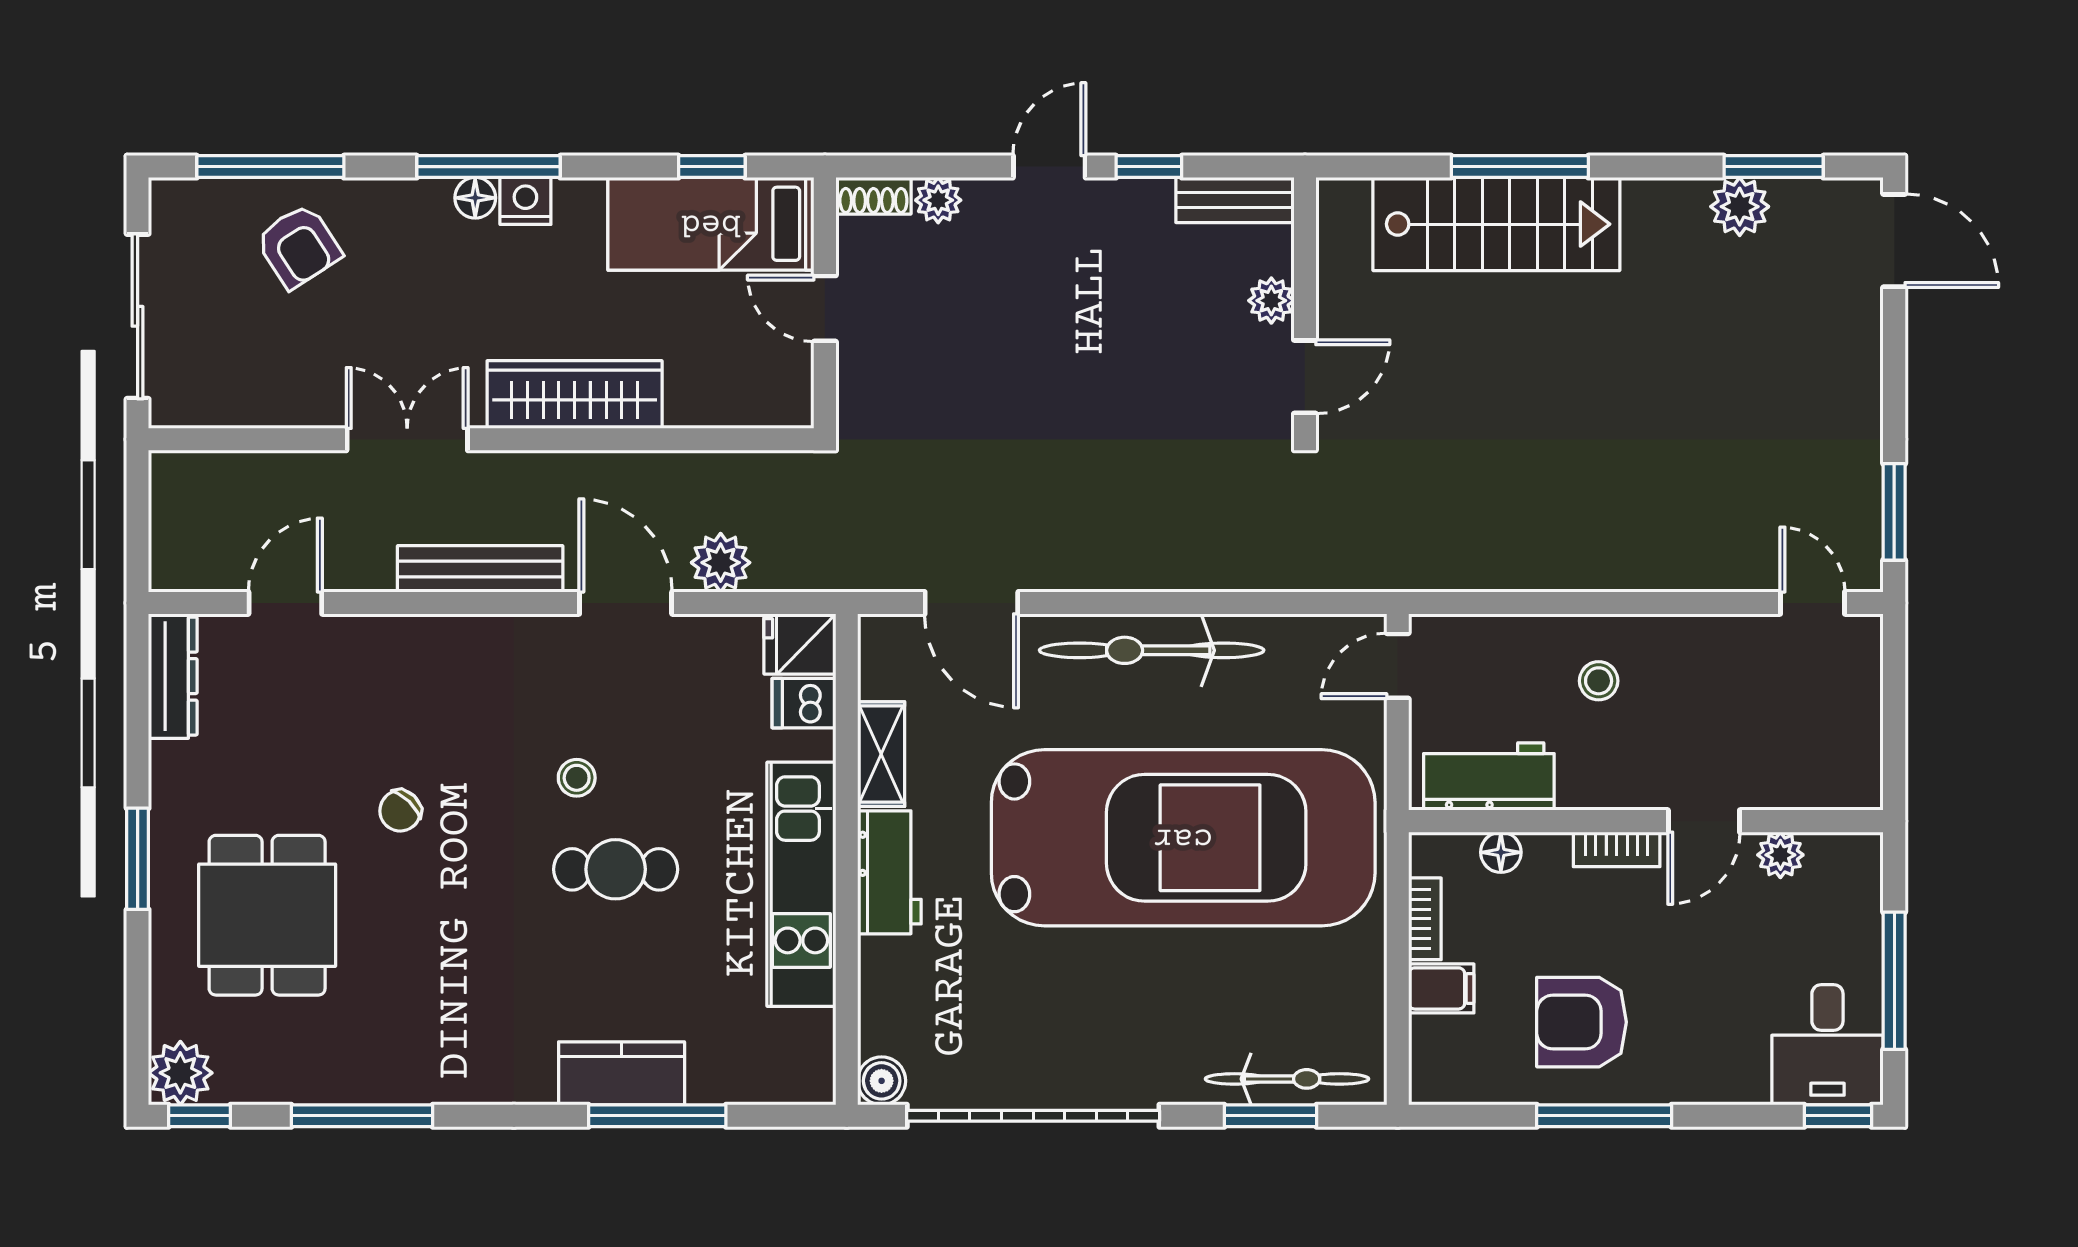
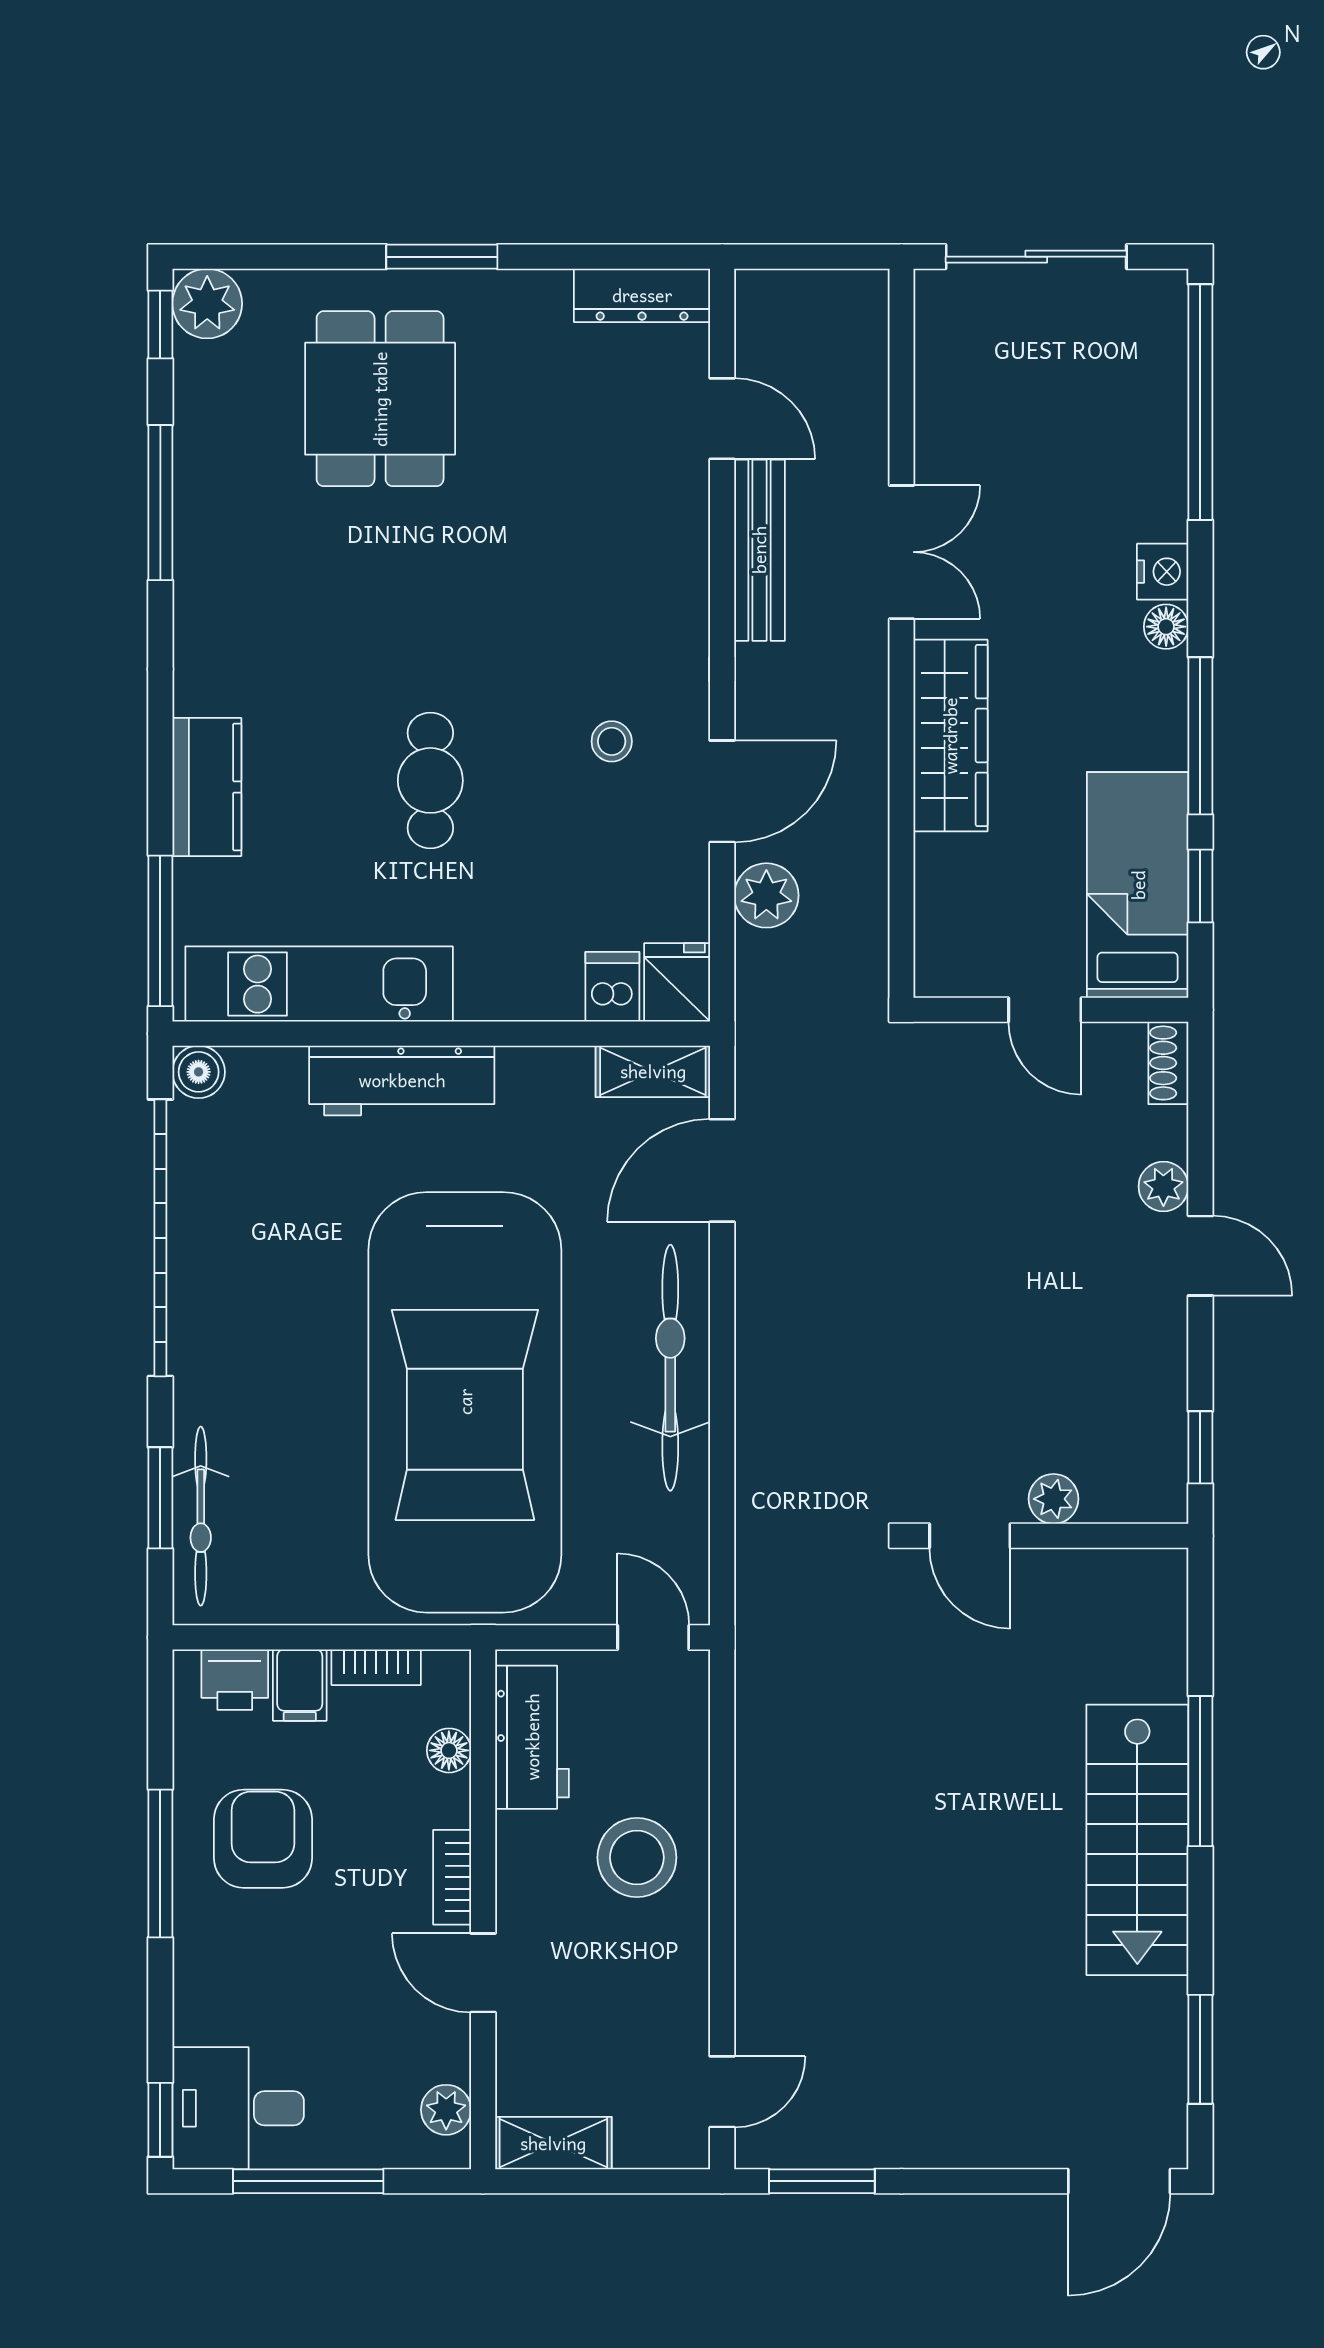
window: (270, 167) -> (1200, 402), width x1.46
window: (489, 167) -> (1200, 736), moved
window: (1149, 167) -> (1200, 1447), moved
plant: (938, 200) -> (1163, 1186), moved
bench: (1235, 200) -> (1164, 1459), removed
nightstand: (525, 201) -> (1163, 572), moved
plant: (1740, 207) -> (1156, 2012), removed
stairs: (1496, 224) -> (1137, 1840), moved
armchair: (299, 246) -> (1113, 433), removed
door: (825, 308) -> (1045, 1010), swing flipped
bench: (480, 569) -> (759, 550), moved
stool: (1599, 681) -> (637, 1857), width x1.89, depth x1.89
shelving: (881, 754) -> (653, 1071), moved
shelving: (1859, 757) -> (553, 2143), added
stool: (577, 778) -> (612, 741), moved
chair: (400, 811) -> (495, 544), removed
plant: (1780, 855) -> (446, 2110), moved
workbench: (889, 872) -> (402, 1080), width x1.38
kitchen unit: (801, 884) -> (319, 984), moved
dining table: (267, 915) -> (380, 399), turned 90
printer: (1436, 1048) -> (235, 1680), added
window: (657, 1116) -> (160, 931), moved

